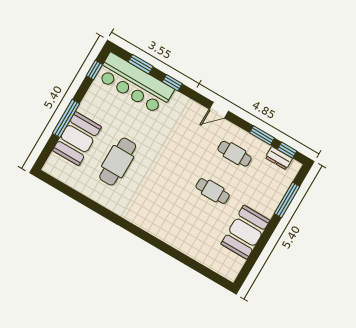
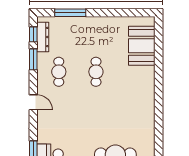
dresser: (279, 158) -> (43, 37), width x1.44
booth: (245, 232) -> (142, 46), moved, turned 90

